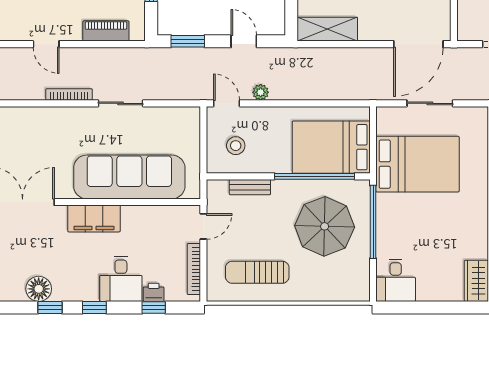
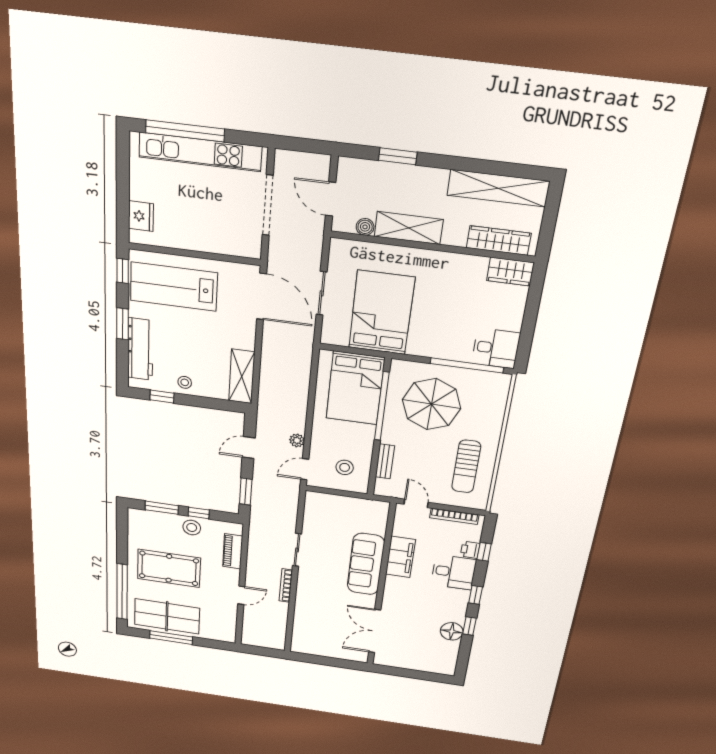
sofa: (129, 177) -> (366, 564), width x0.74, depth x0.79
filing cabinet: (94, 218) -> (400, 557), moved
window: (373, 222) -> (467, 365), moved

